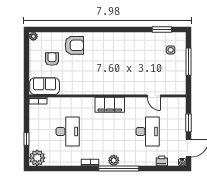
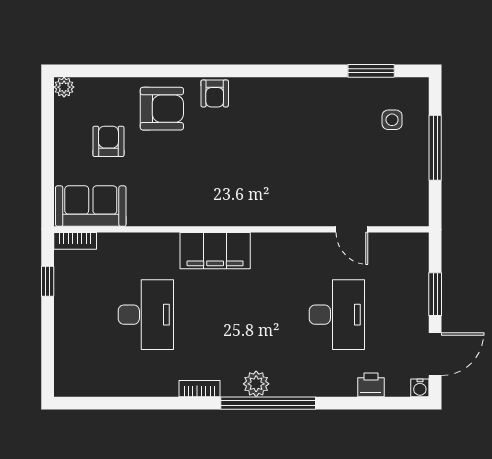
armchair: (96, 39) -> (215, 93), added
filing cabinet: (110, 105) -> (215, 251), moved
window: (27, 139) -> (48, 281), moved
plant: (37, 158) -> (73, 378), removed

